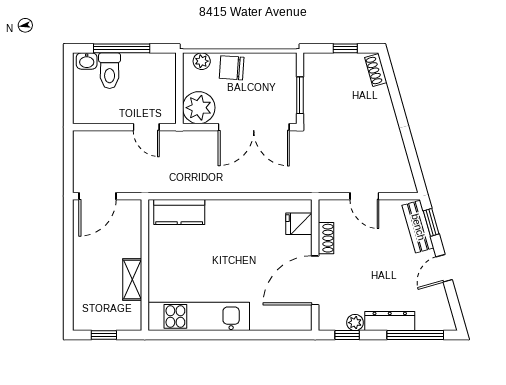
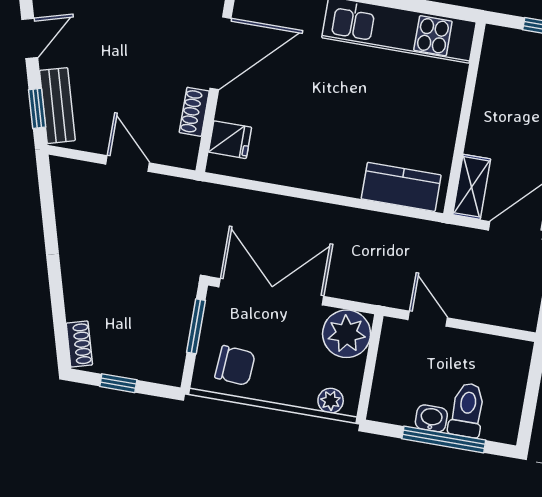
washbasin: (87, 61) -> (431, 418), moved
chair: (232, 68) -> (235, 366), moved
shelving: (132, 280) -> (472, 187), moved

